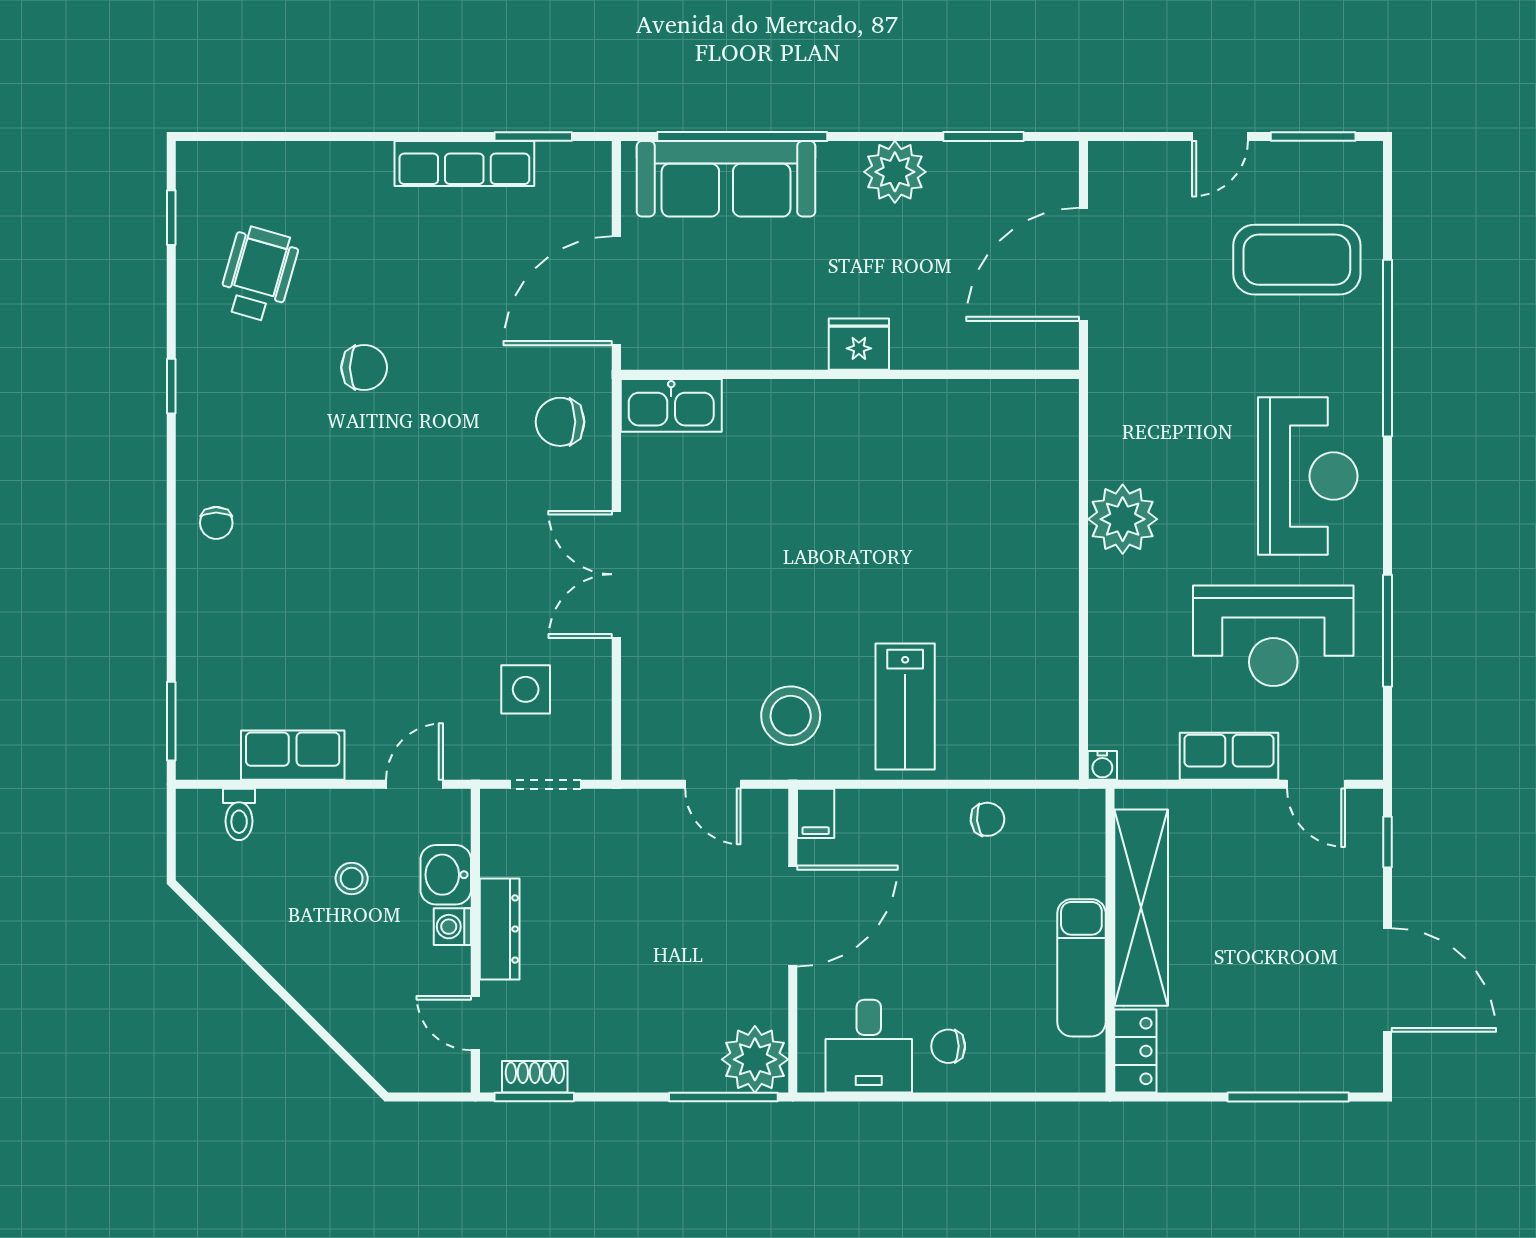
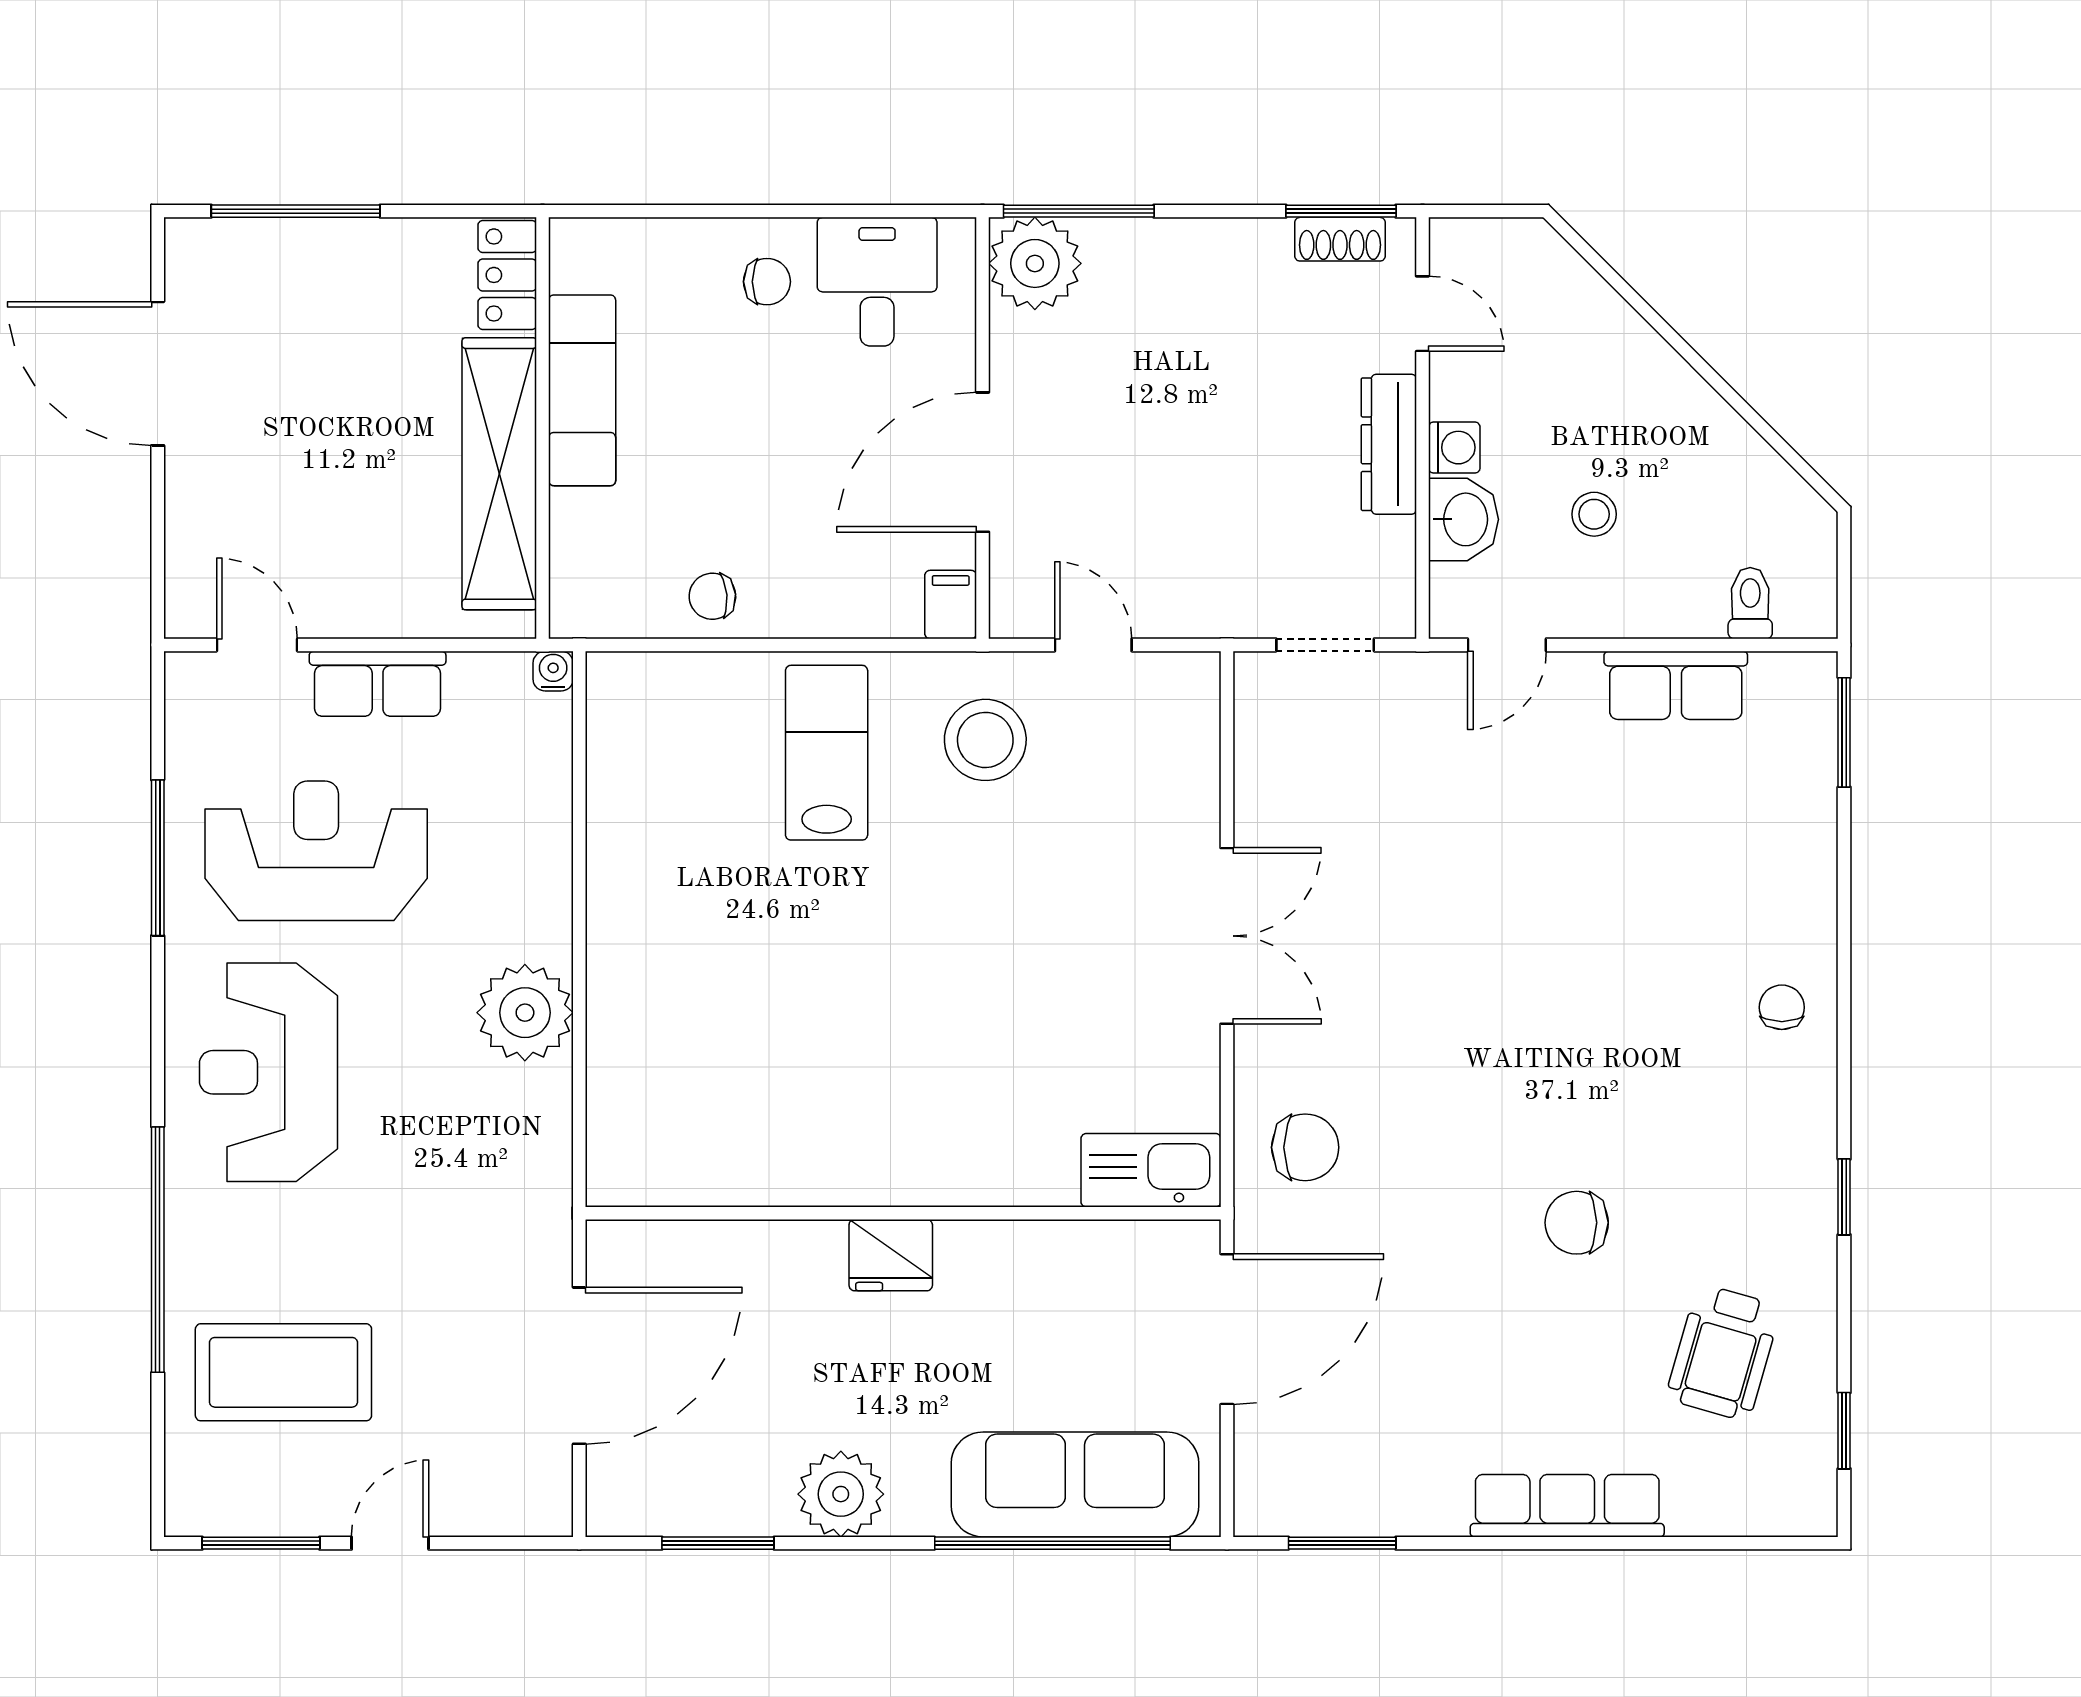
row of seats: (464, 163) -> (1567, 1506), moved
side table: (526, 689) -> (1353, 776), removed
window: (1388, 842) -> (158, 565), removed

